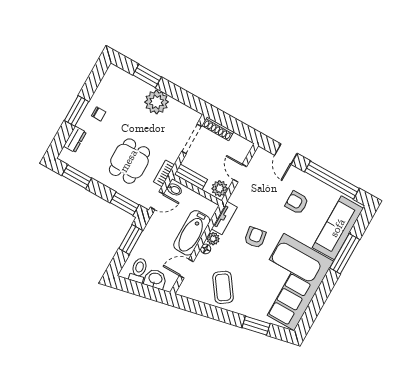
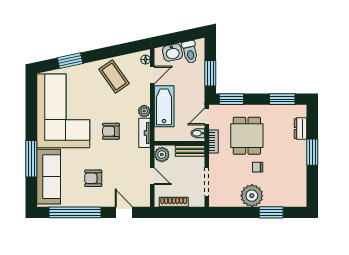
chair: (99, 114) -> (258, 167), moved
shoe rack: (218, 129) -> (174, 202), moved
armchair: (297, 203) -> (93, 178), turned 180
armchair: (255, 237) -> (111, 131), turned 99
floor lamp: (206, 249) -> (146, 60), moved

